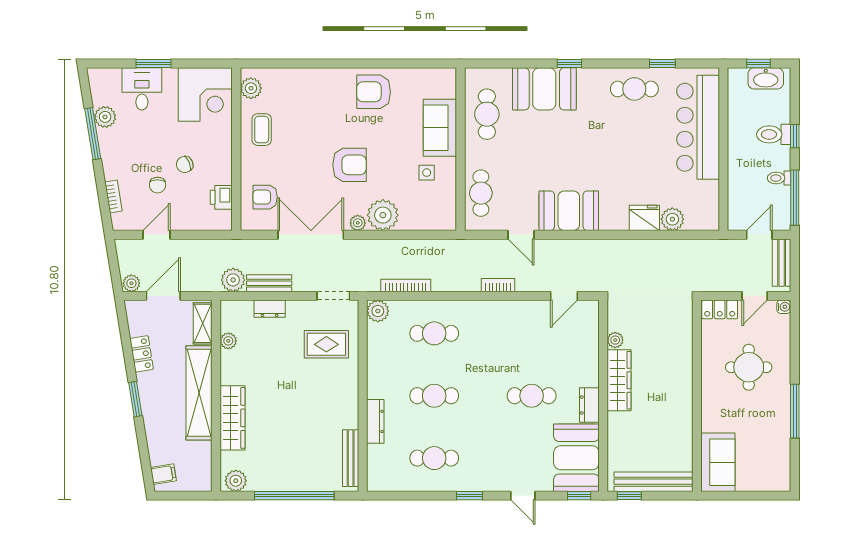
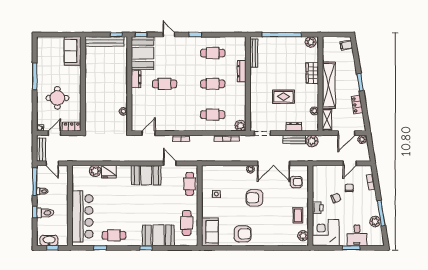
sofa: (440, 128) -> (210, 232), moved
printer: (221, 197) -> (318, 208), moved
plant: (383, 215) -> (238, 173), removed
door: (759, 235) -> (52, 163), hinge flipped
rug: (326, 344) -> (283, 97), moved
wardrobe: (619, 380) -> (121, 92), removed
wardrobe: (232, 418) -> (312, 73), width x0.67

